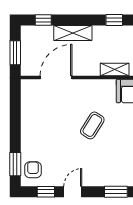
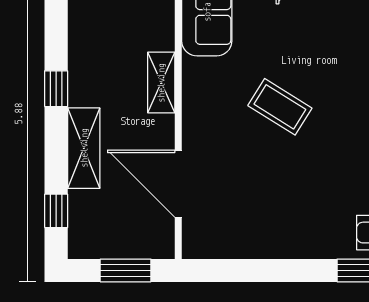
window: (114, 20) -> (56, 89), moved
shelving: (115, 70) -> (161, 83), moved

